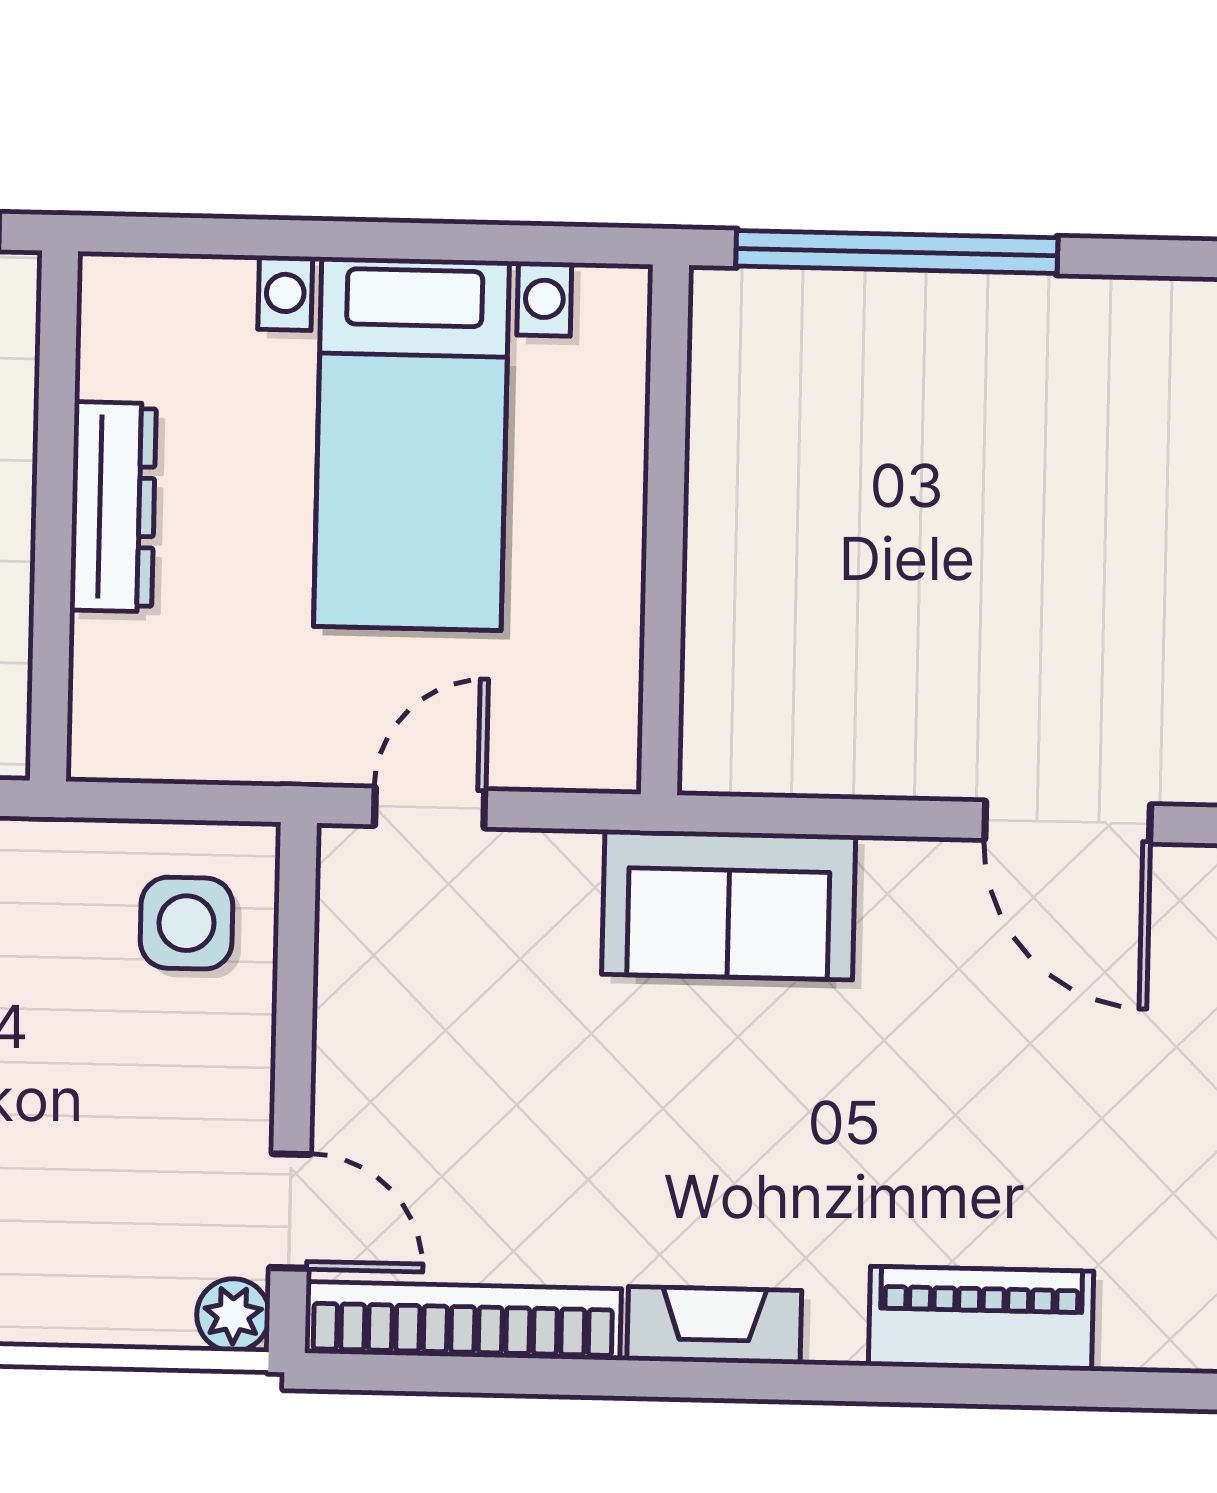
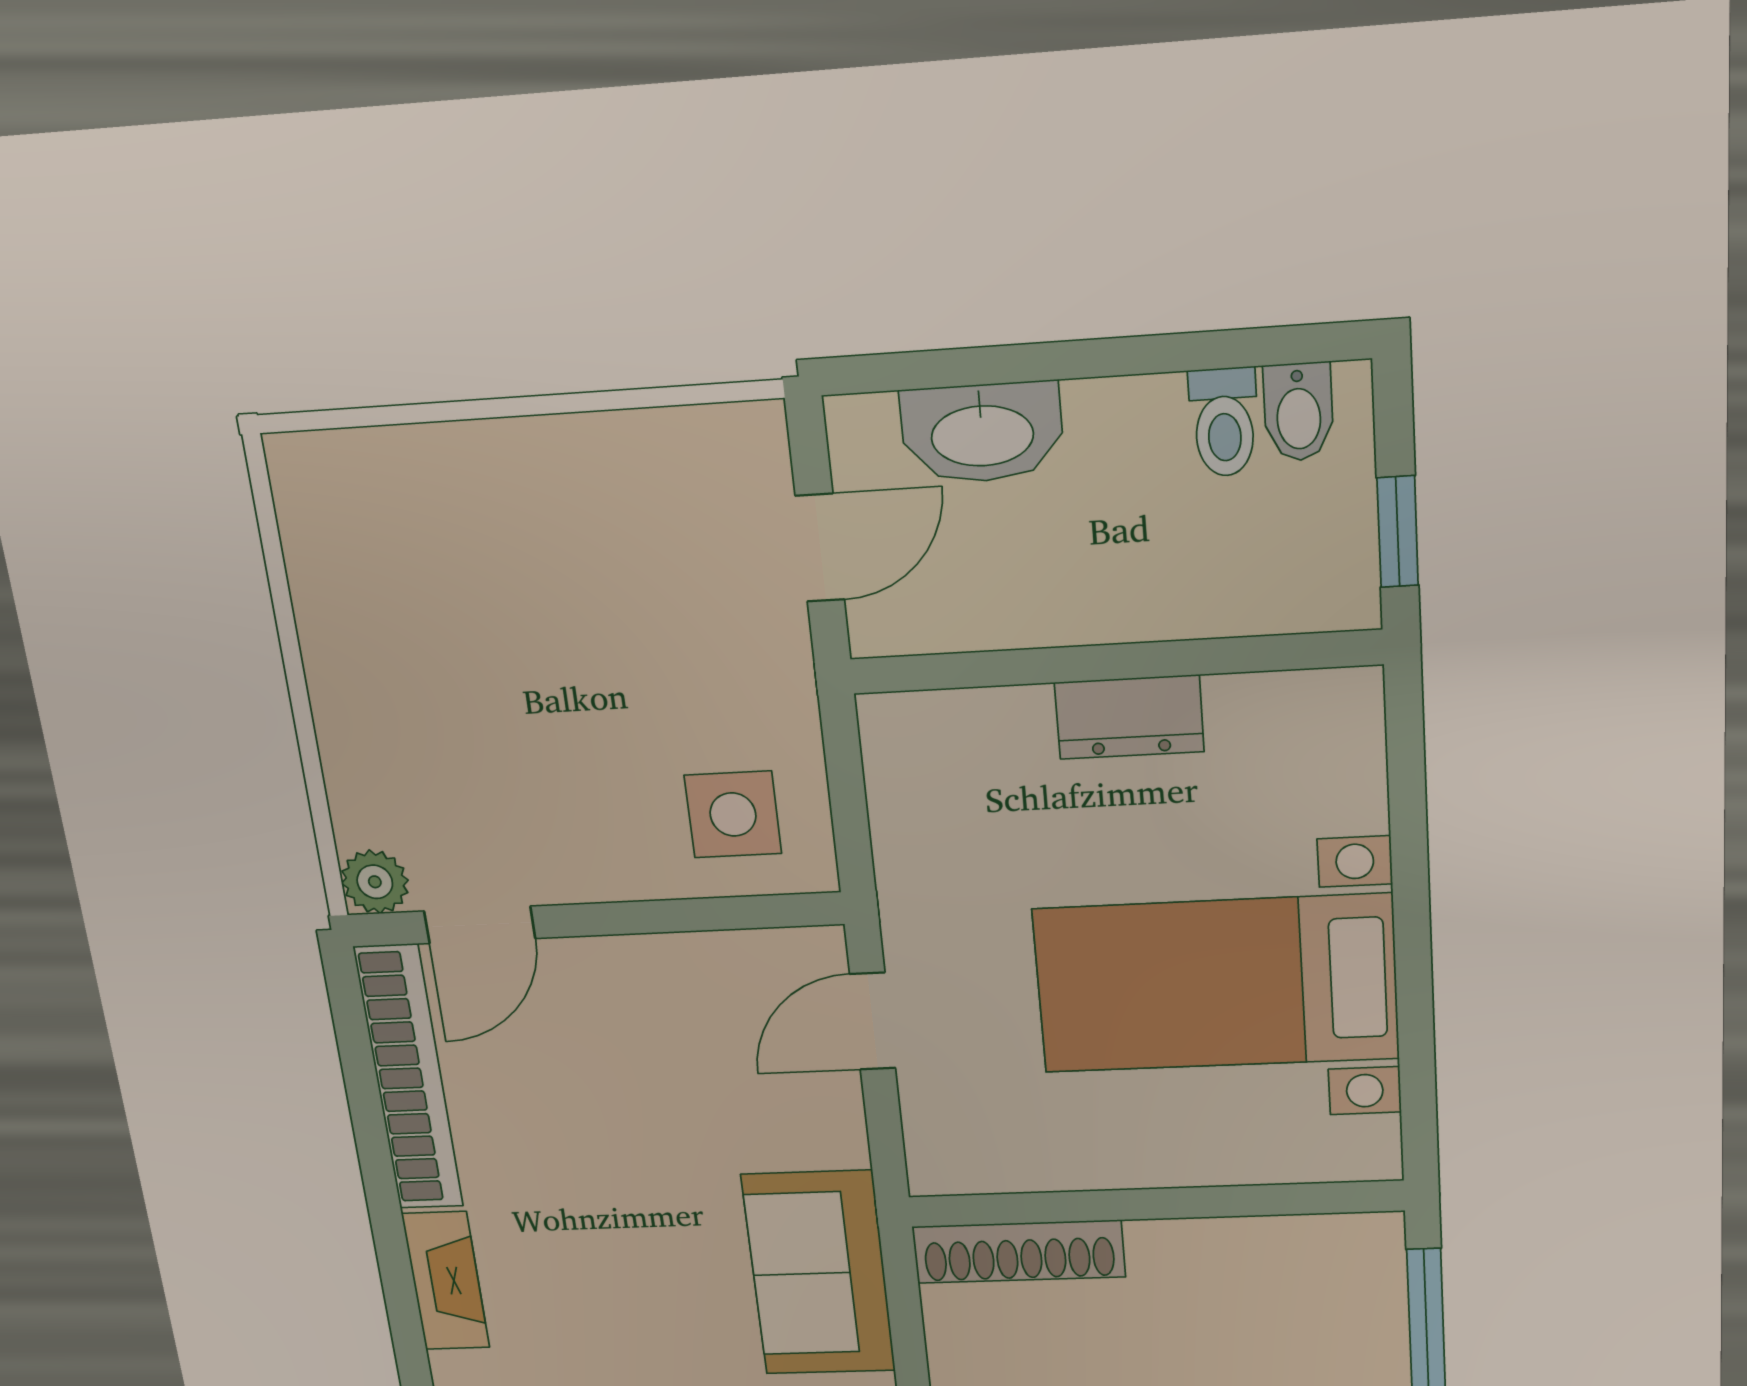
dresser: (113, 507) -> (1129, 717), width x0.70
shoe rack: (715, 682) -> (1019, 1252), added
door: (430, 808) -> (873, 1021), swing flipped

